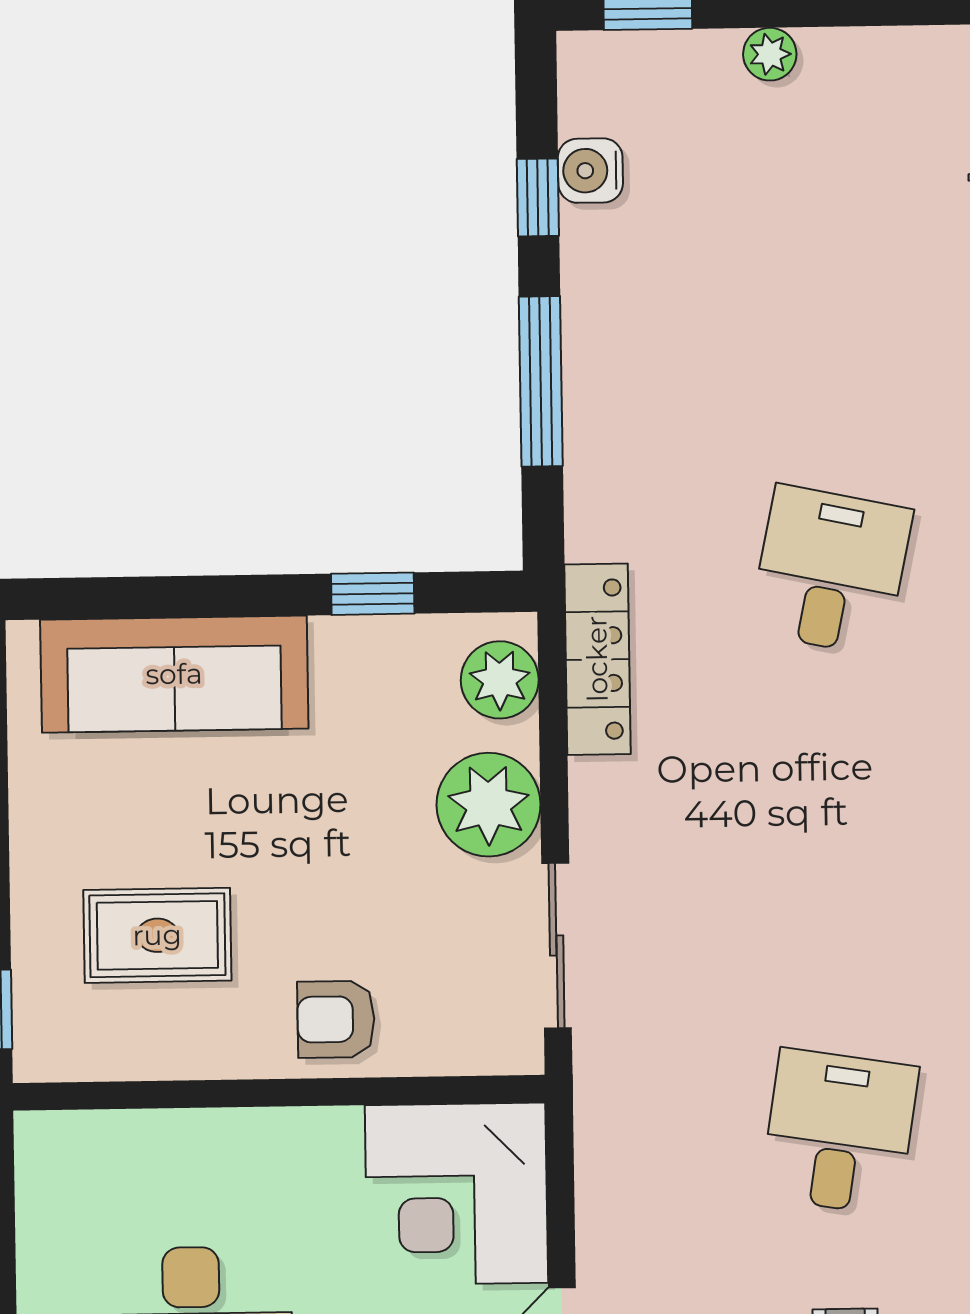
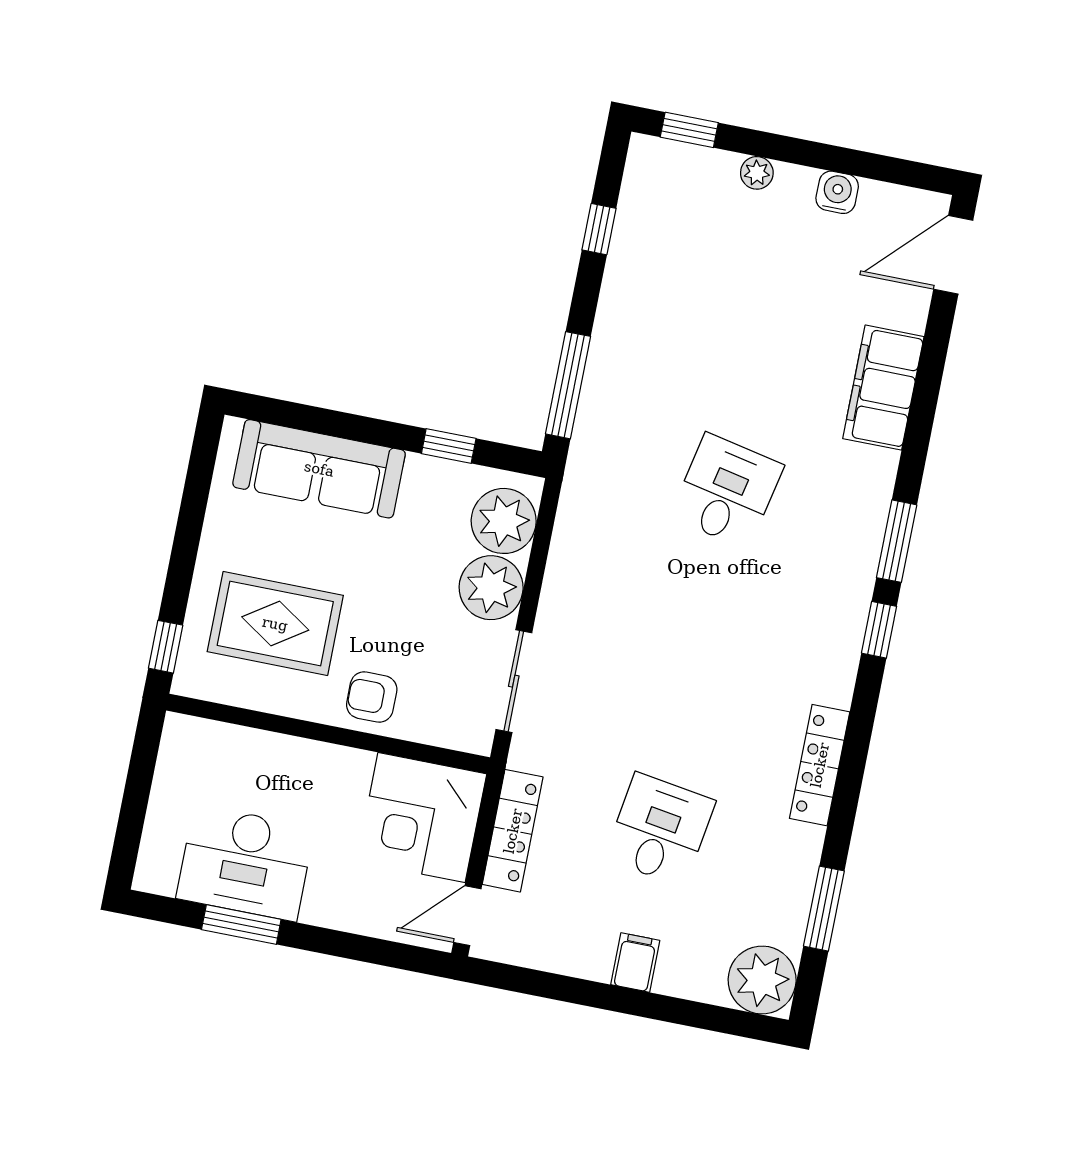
water cooler: (590, 171) -> (837, 192), moved, turned 90
window: (541, 381) -> (568, 385), moved
locker: (597, 659) -> (513, 831), moved
plant: (500, 680) -> (504, 521), width x1.36, depth x1.36
rug: (157, 935) -> (275, 624), width x1.36, depth x1.43

